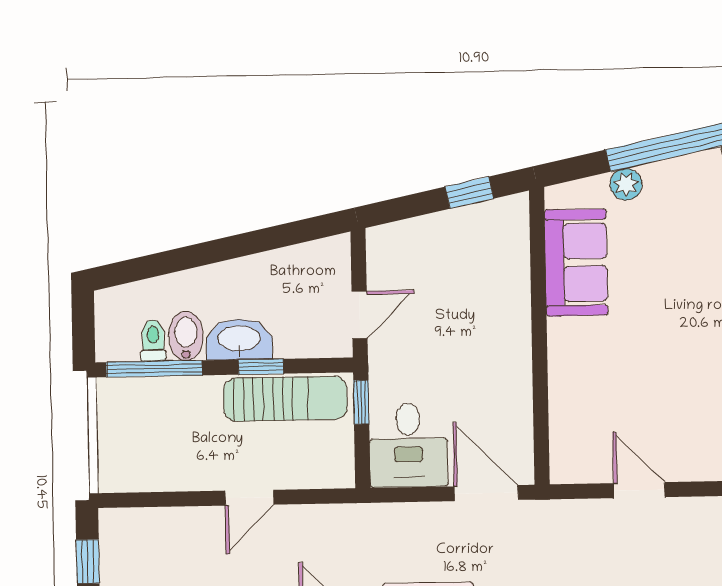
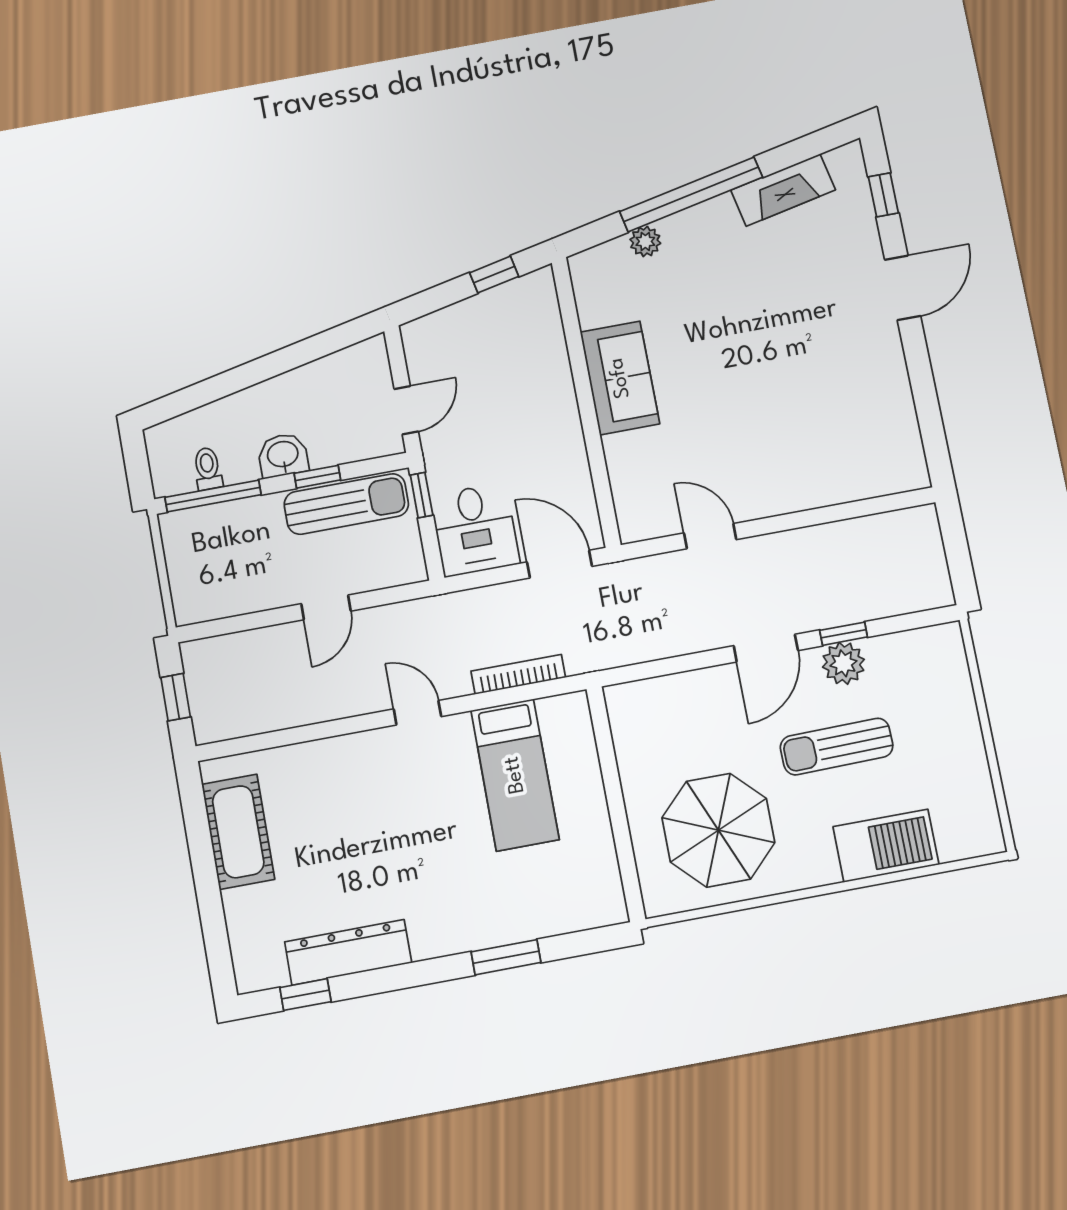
sofa: (576, 263) -> (620, 378), moved
bidet: (186, 336) -> (239, 459), removed
washbasin: (239, 339) -> (283, 455), width x0.72

